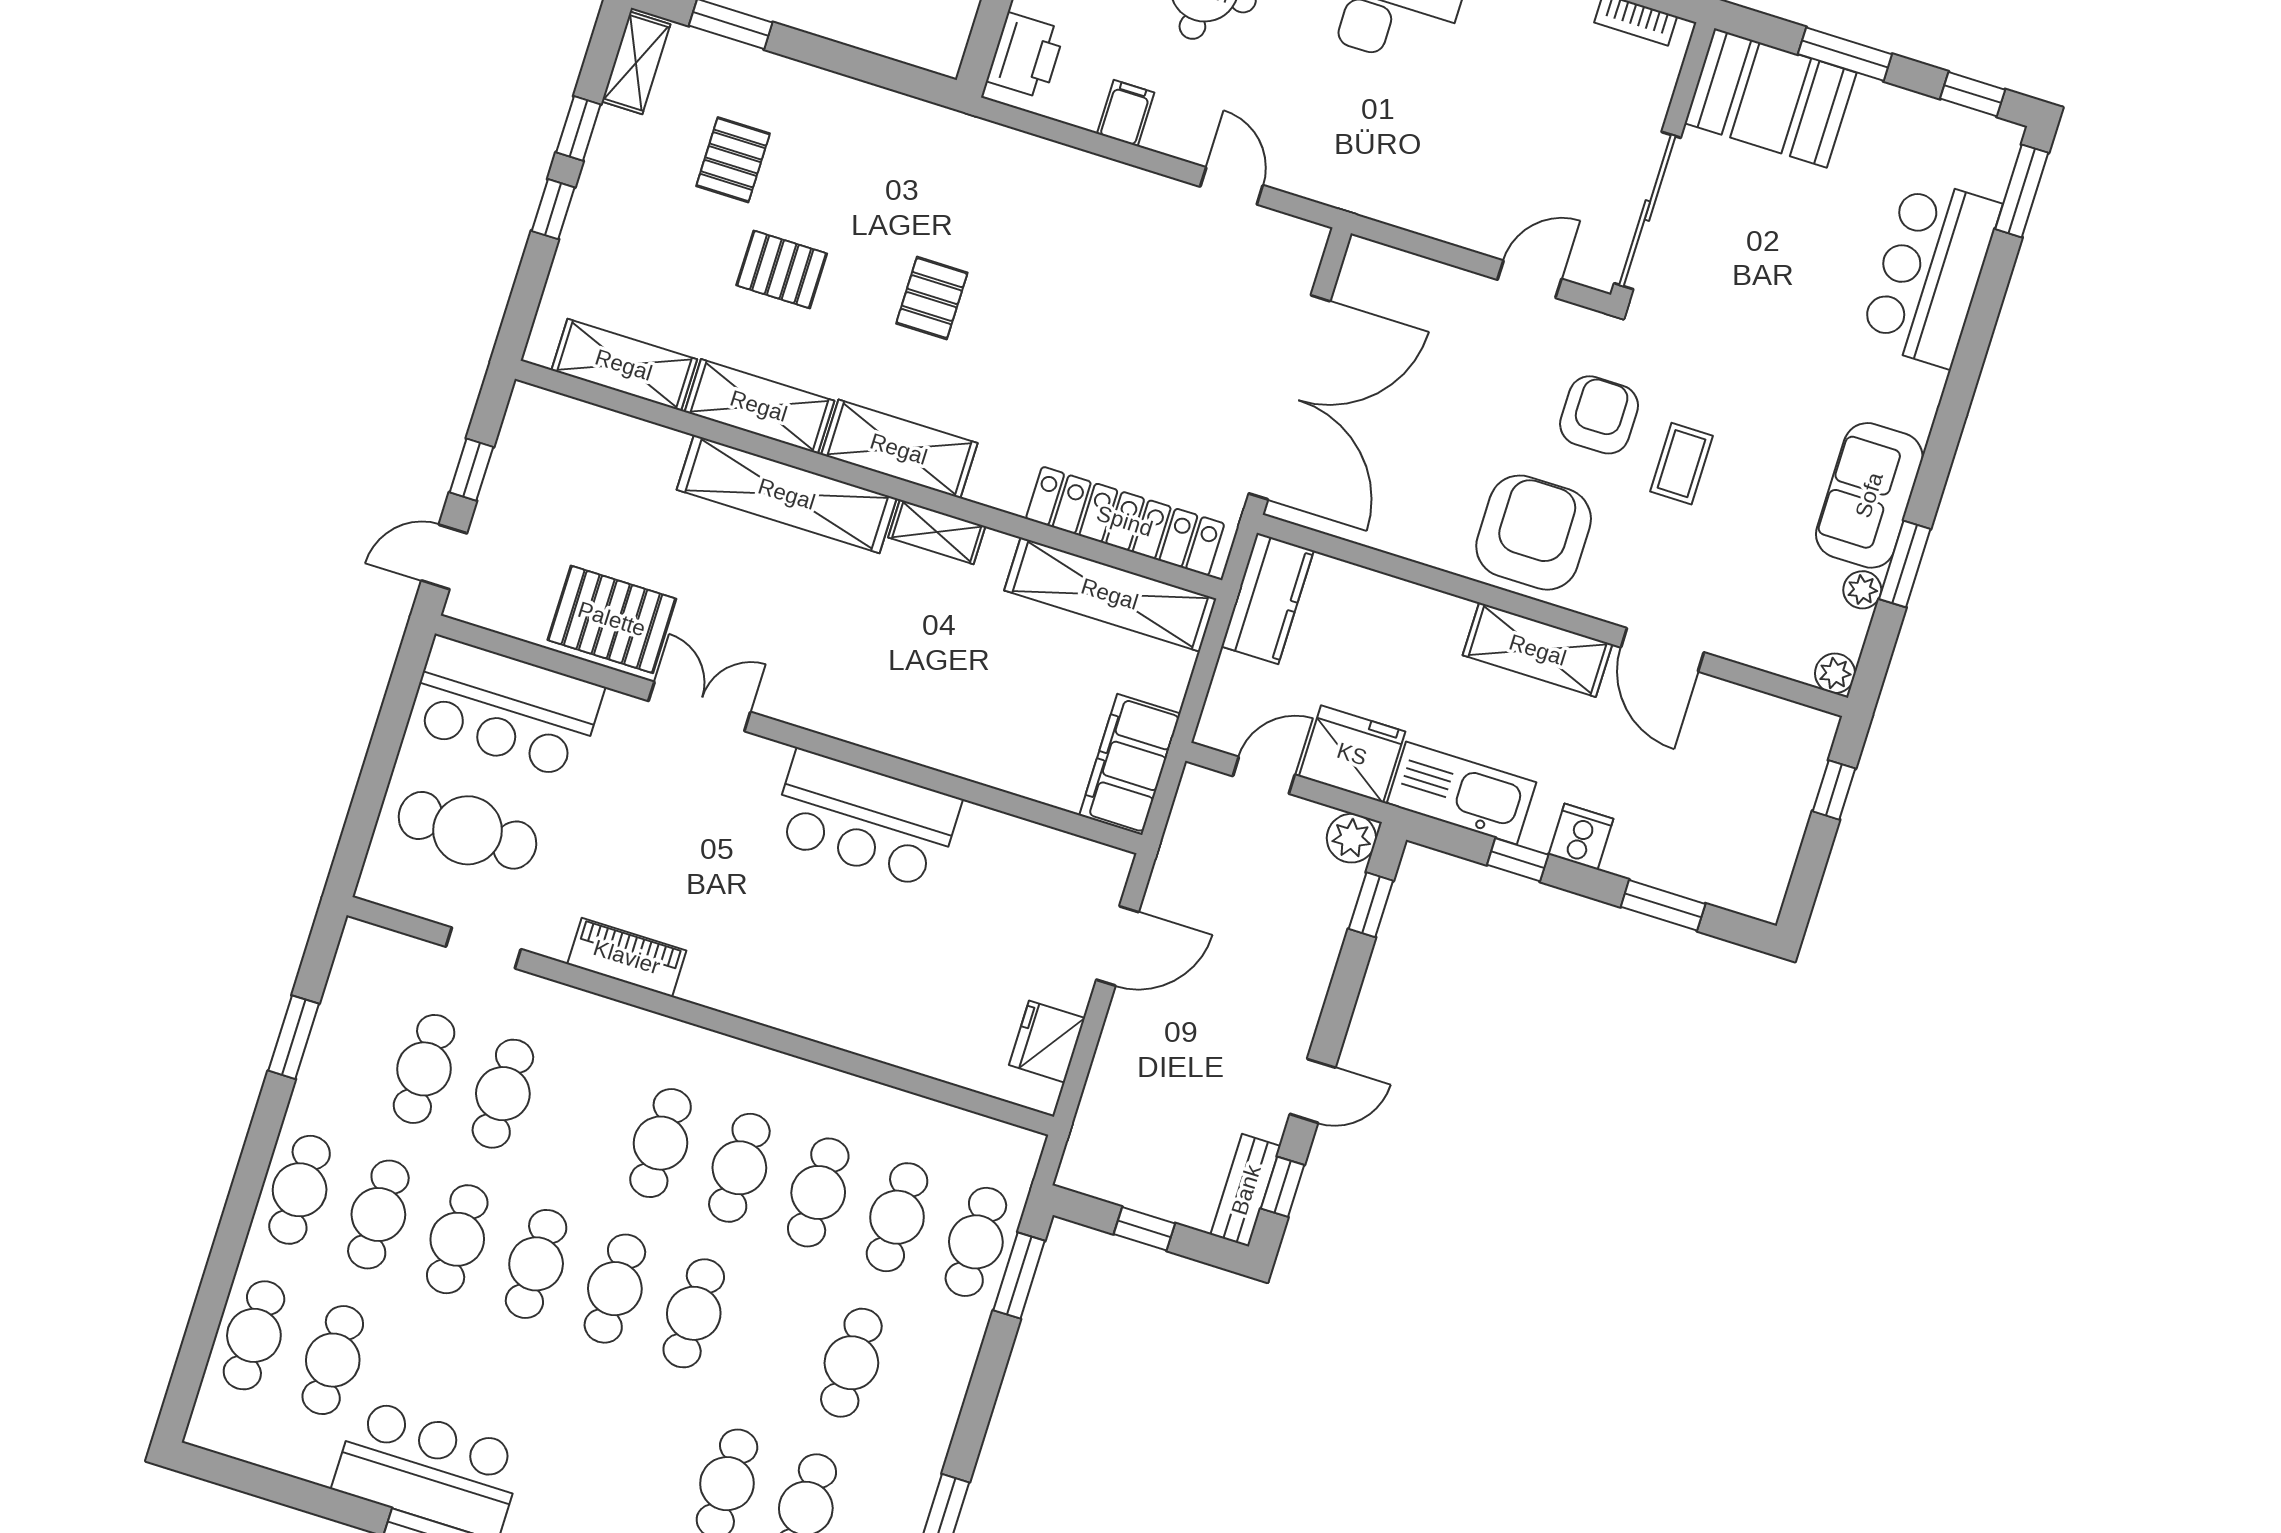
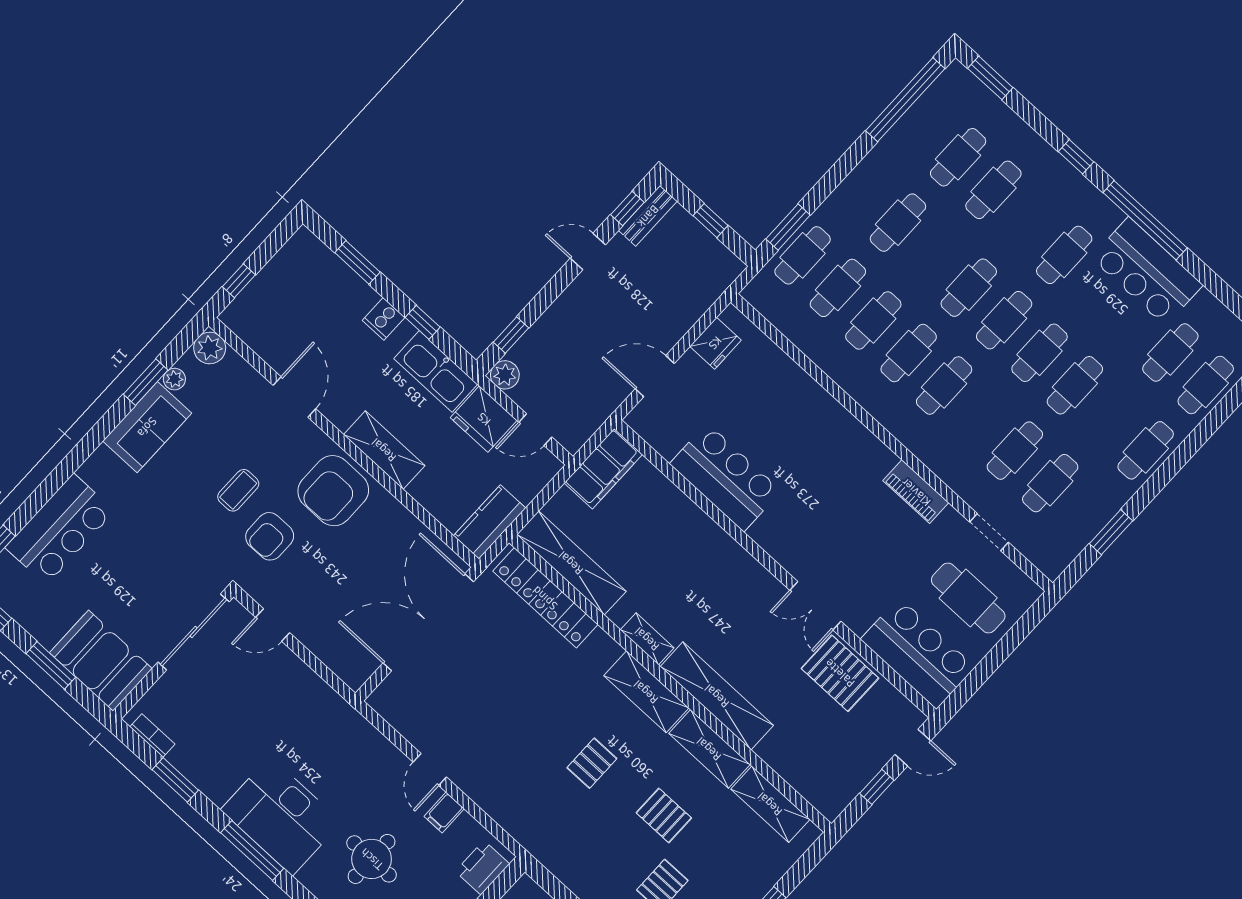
door: (1232, 186) -> (430, 769), moved
shelving: (1538, 650) -> (384, 450), moved
plant: (1835, 673) -> (210, 348), width x1.38, depth x1.38
bar counter: (866, 819) -> (725, 477), moved
cafe table: (378, 1214) -> (1064, 255), moved

